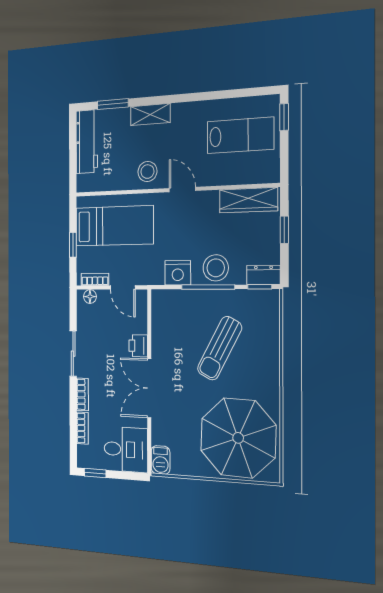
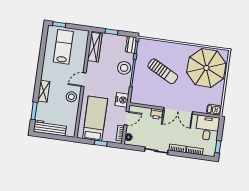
nightstand: (178, 273) -> (122, 100), moved

